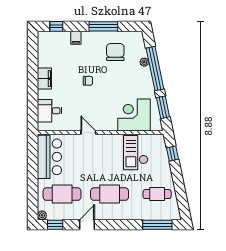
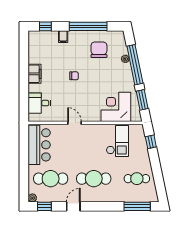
window: (103, 26) -> (88, 26), width x1.46
checkout: (136, 153) -> (117, 141), turned 180

